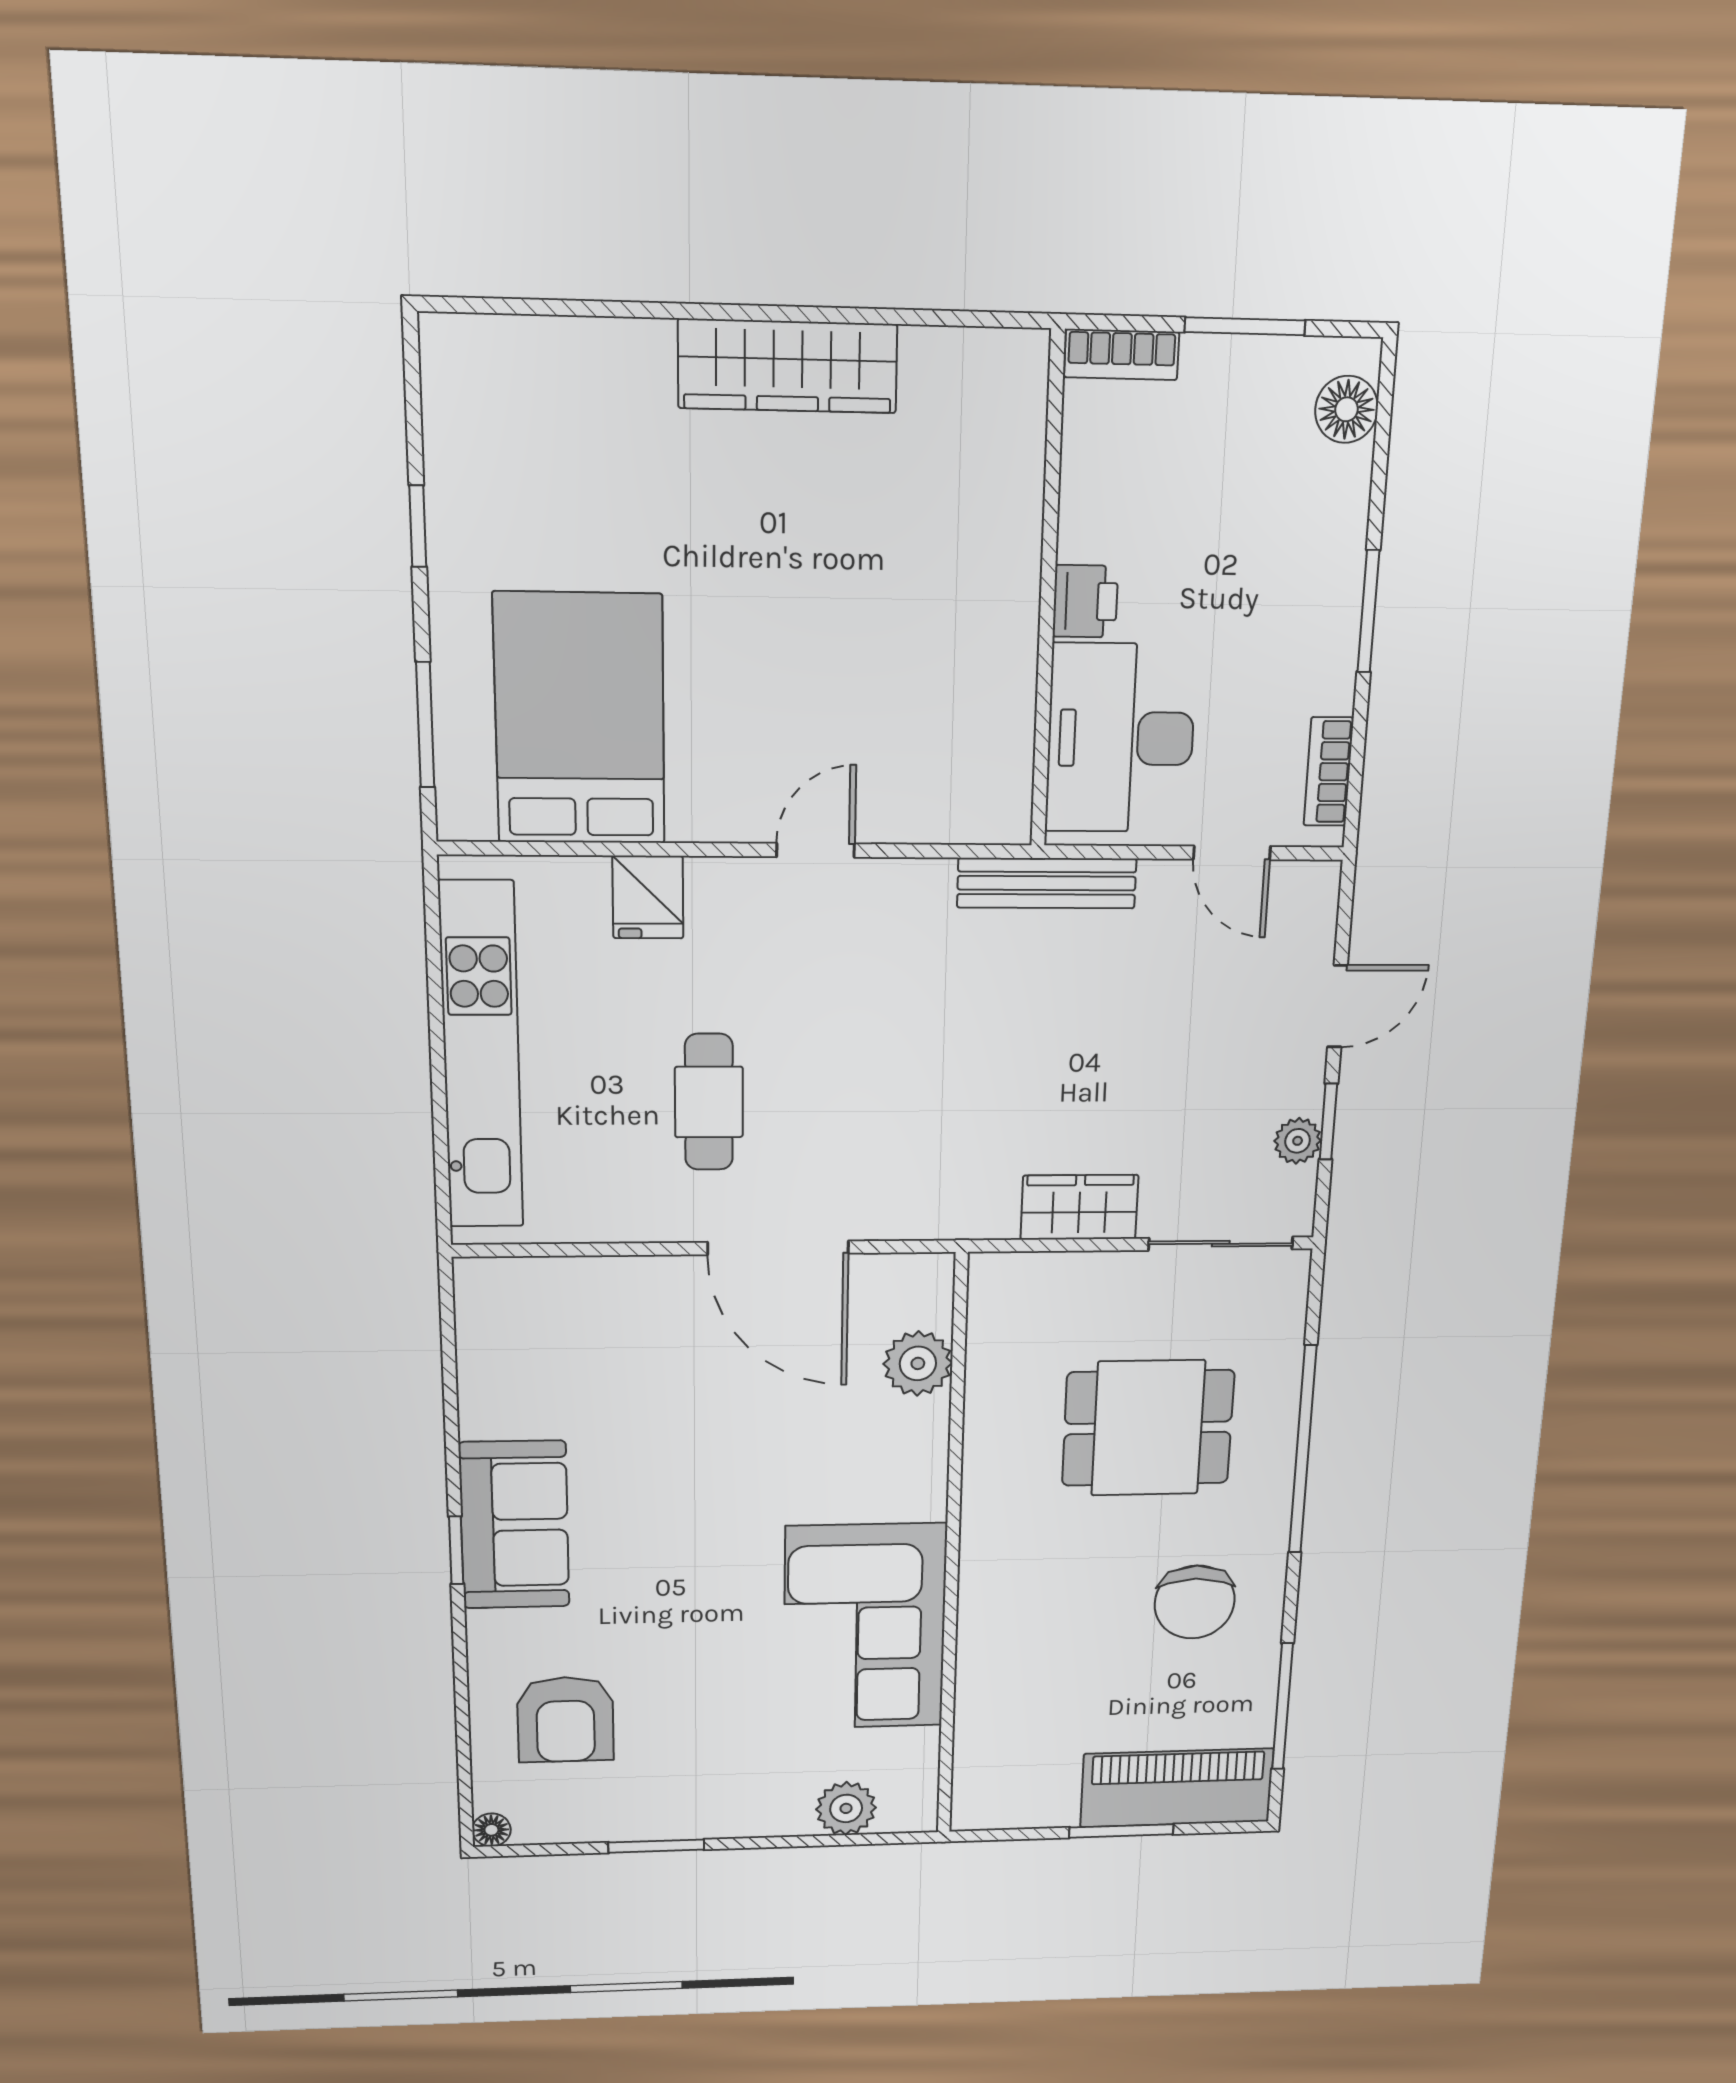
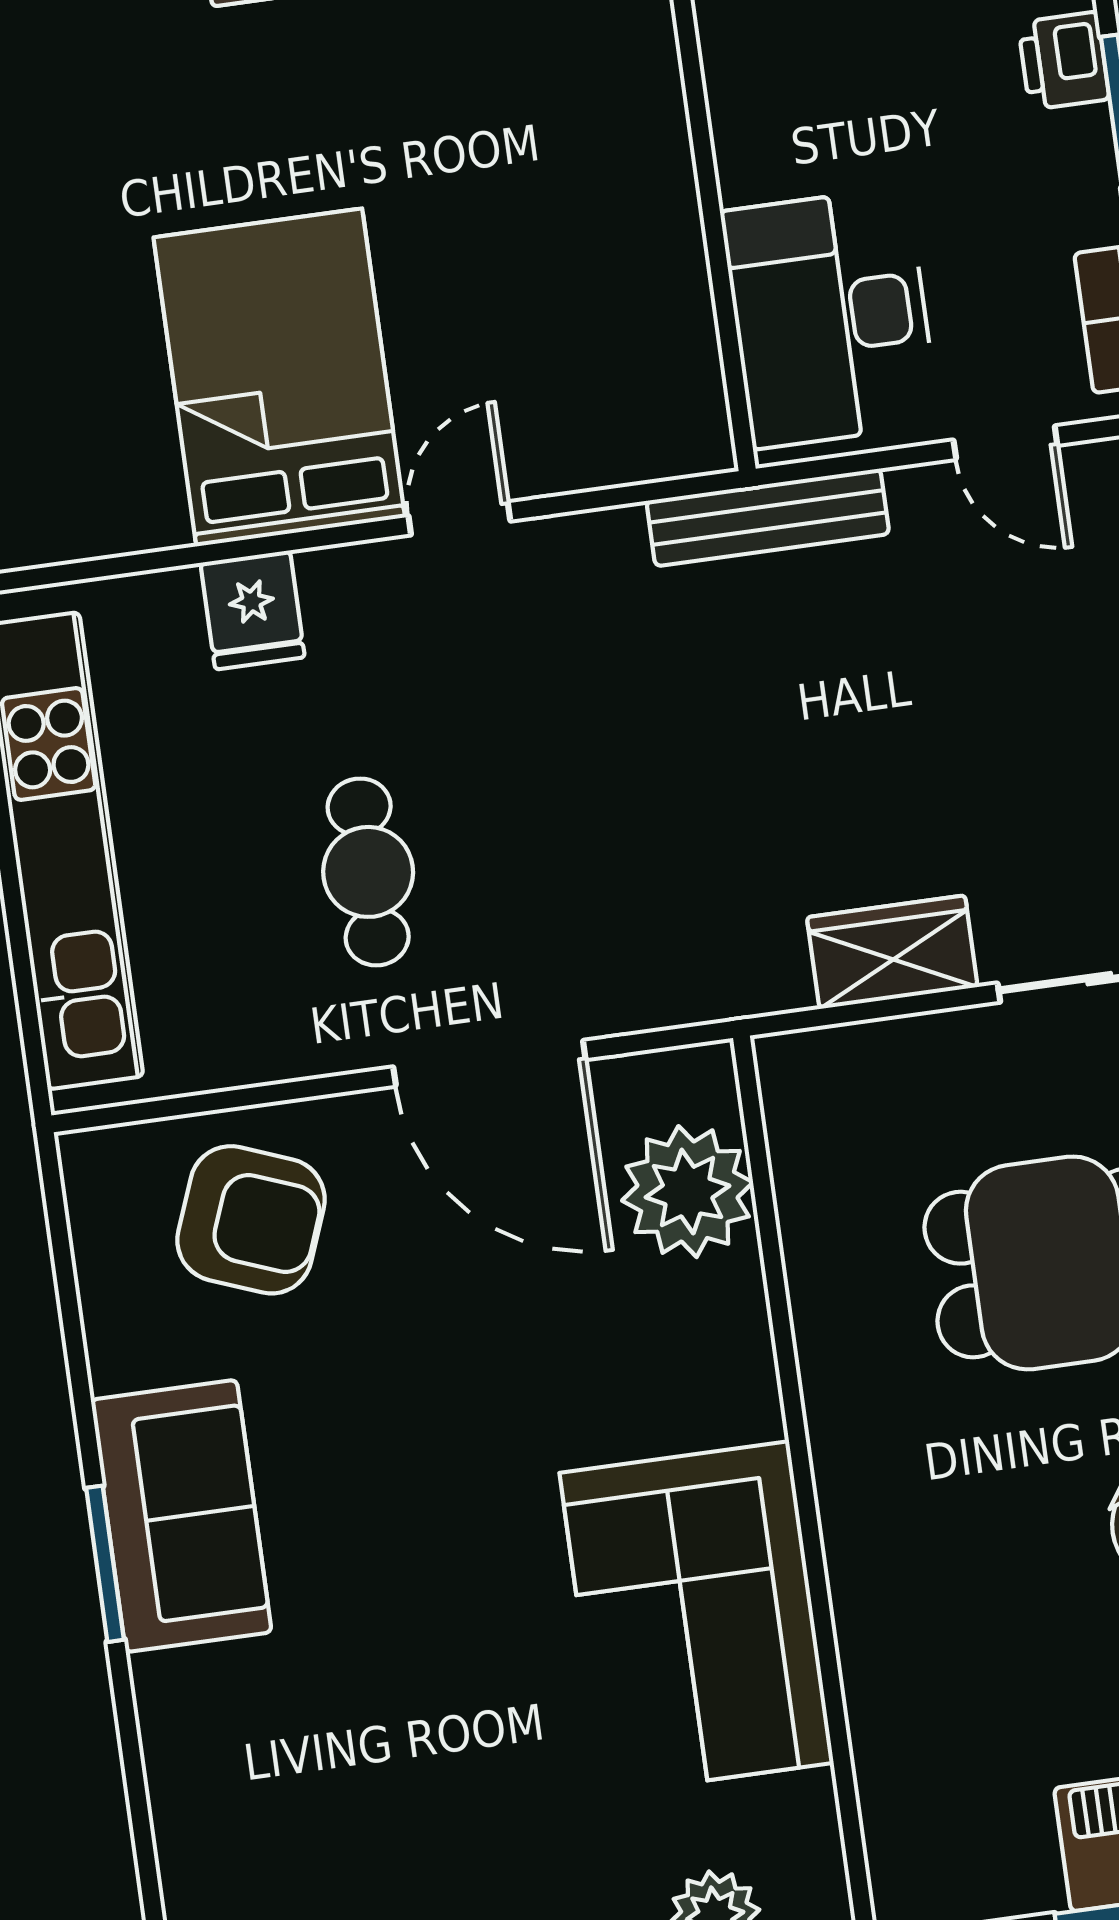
printer: (1085, 601) -> (1064, 61), moved, turned 180
bed: (580, 719) -> (279, 377), moved
plant: (918, 1363) -> (688, 1192), width x1.36, depth x1.36
window: (456, 1550) -> (105, 1564), width x1.50
armchair: (565, 1720) -> (251, 1220), moved, turned -69

